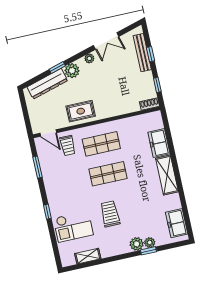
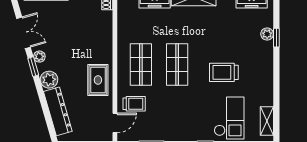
window: (57, 68) -> (33, 67), moved
plant: (137, 244) -> (265, 49), removed
shelving: (88, 256) -> (267, 121), moved

